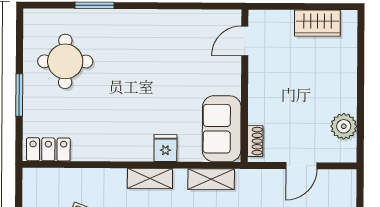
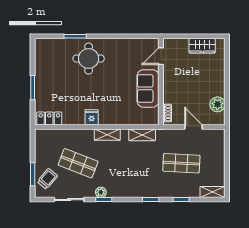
round table: (65, 61) -> (89, 59), moved
sofa: (222, 129) -> (148, 88), moved
fridge: (165, 148) -> (92, 117), moved
door: (301, 166) -> (193, 127), swing flipped

